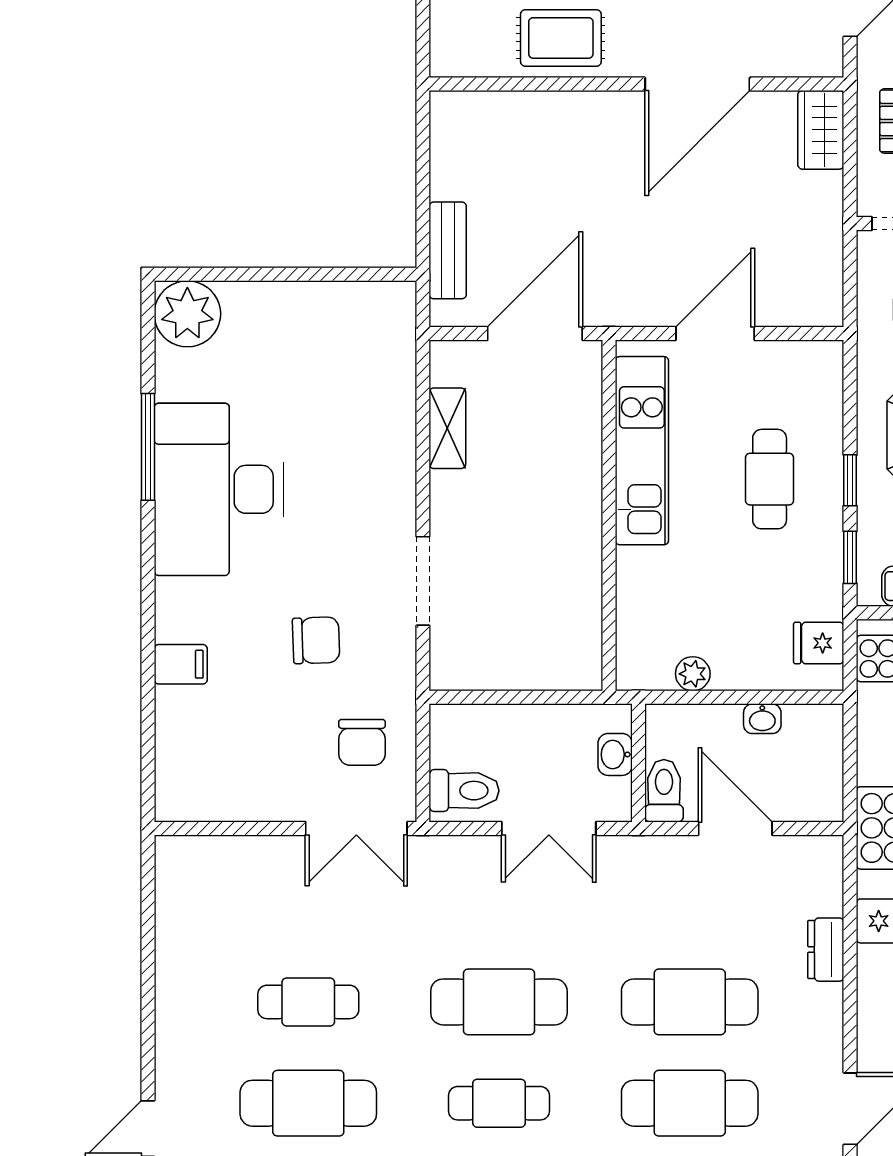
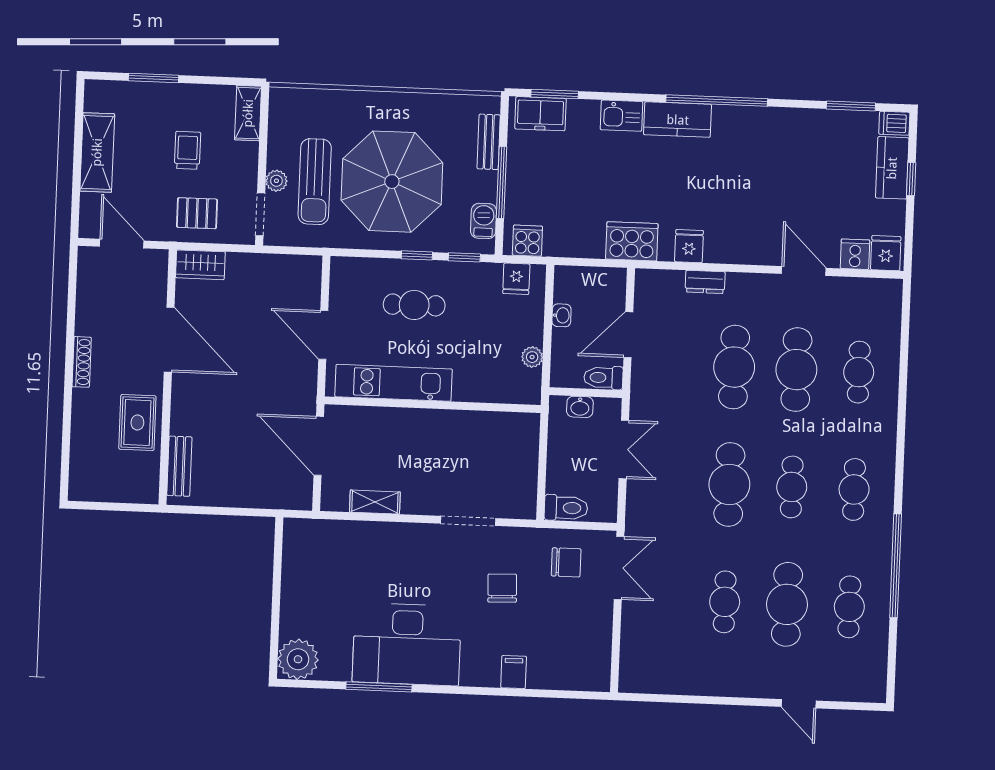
bench: (448, 250) -> (179, 466), moved, turned 90
toilet: (464, 791) -> (566, 508), moved, turned 90

